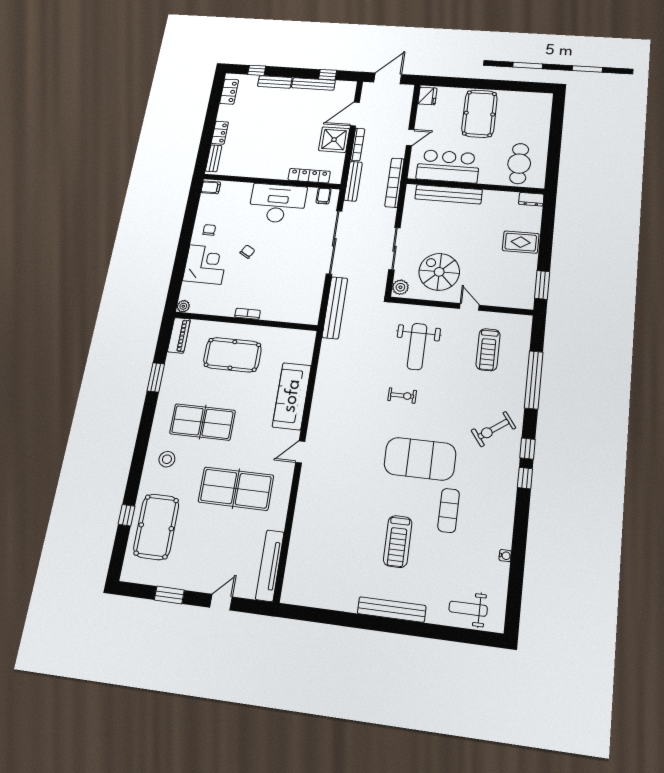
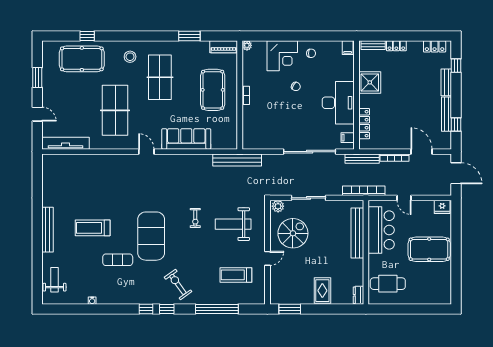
shower: (334, 140) -> (370, 82), moved
bench: (335, 308) -> (237, 160), moved

